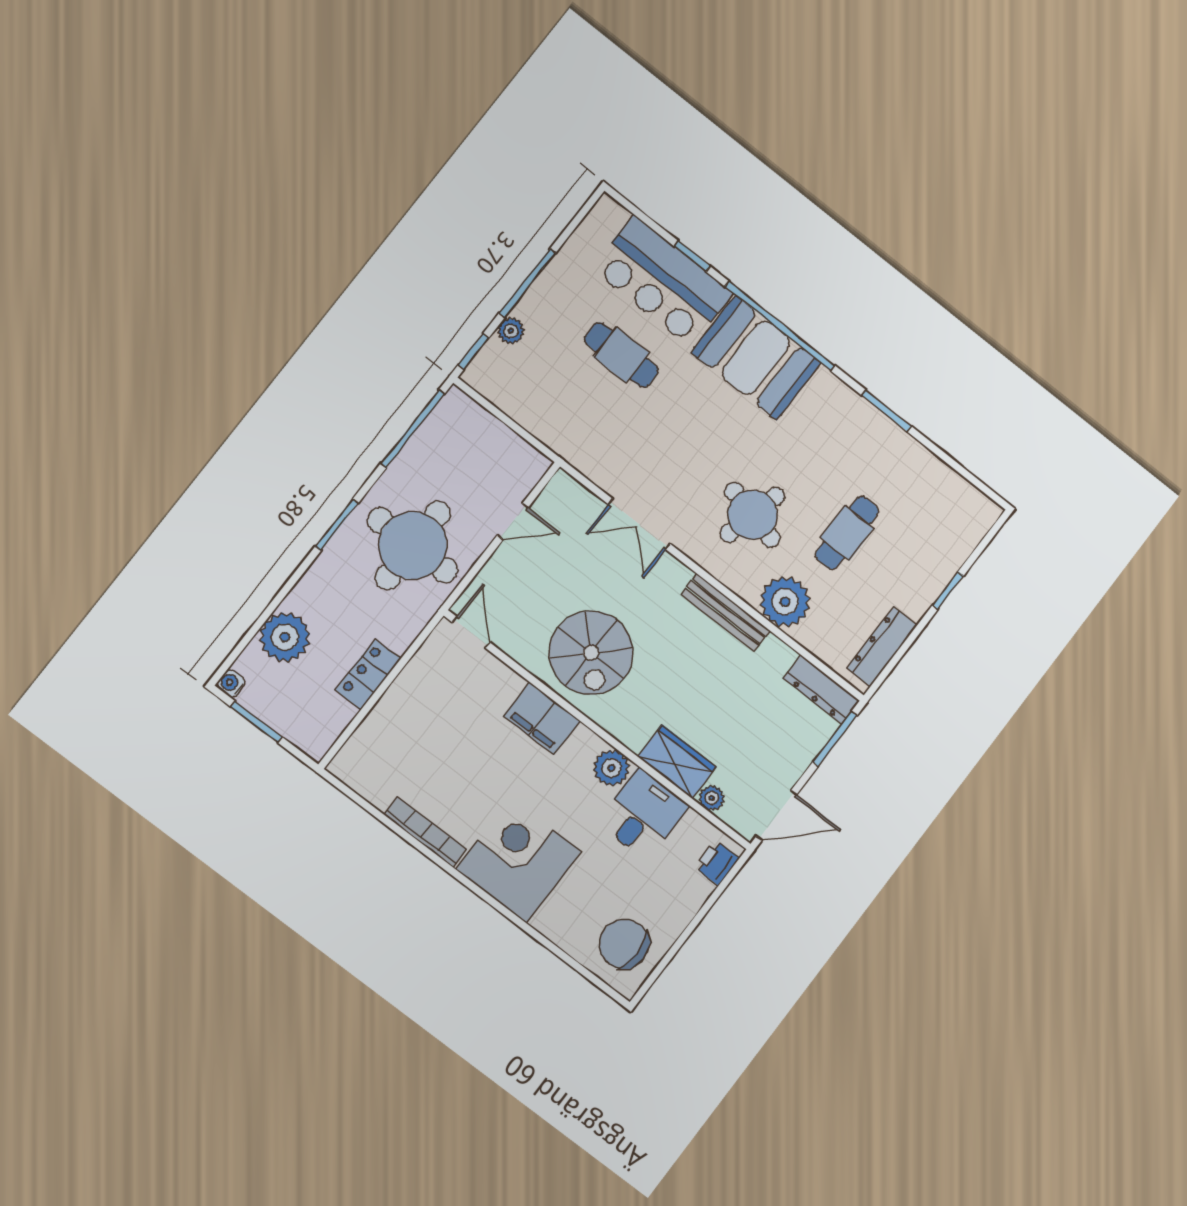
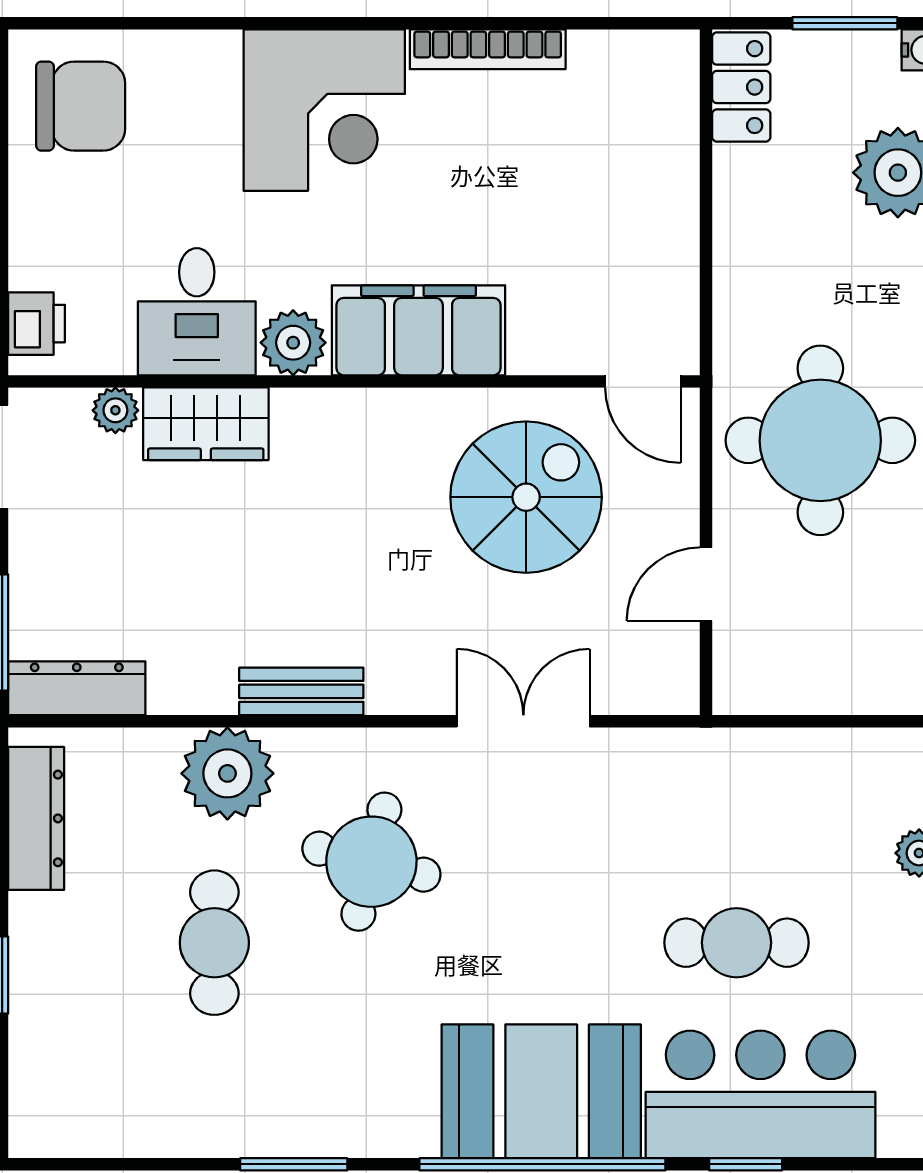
bench: (726, 612) -> (301, 691), width x0.73
spiral stairs: (591, 653) -> (526, 497), moved, turned 90
locker: (368, 674) -> (741, 87), moved
filing cabinet: (542, 718) -> (419, 330), width x1.50, depth x1.17

